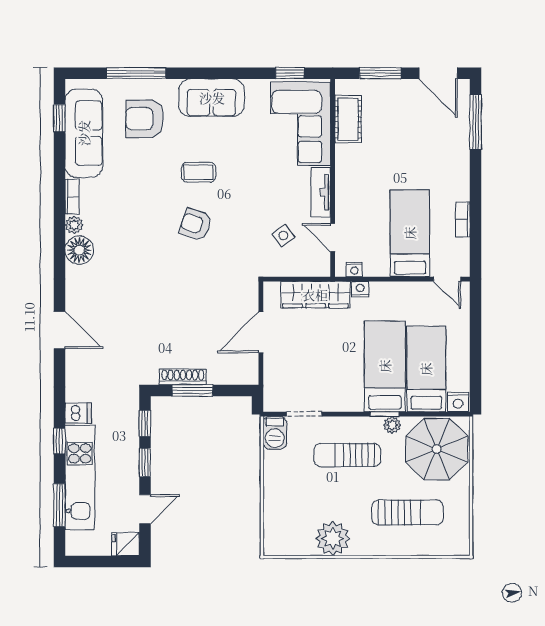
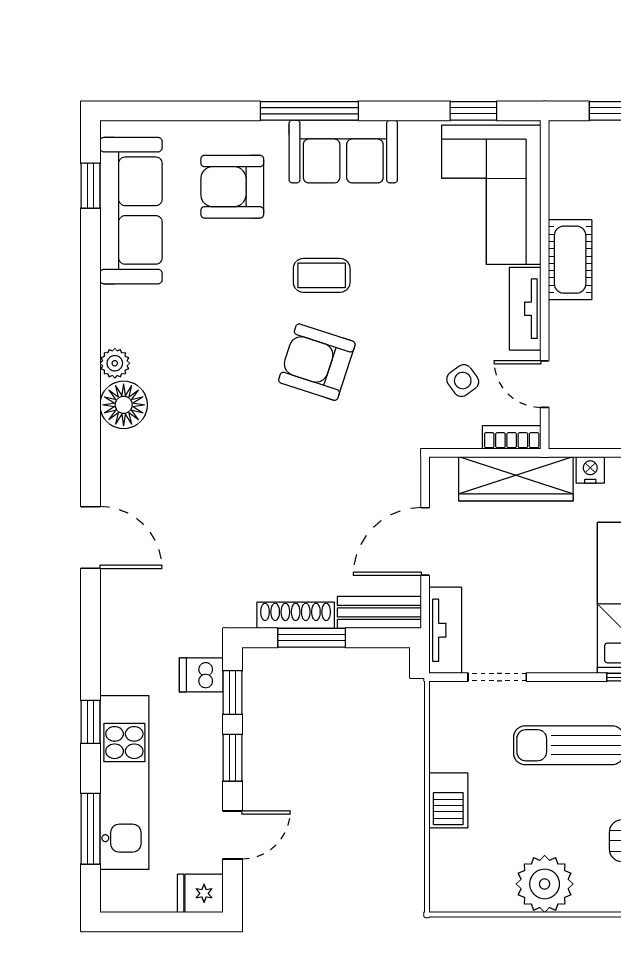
window: (136, 73) -> (309, 111), moved
cot: (348, 119) -> (570, 260), moved
bookcase: (72, 197) -> (512, 437), moved, turned -90
armchair: (196, 224) -> (317, 362), width x1.38, depth x1.38
nightstand: (354, 269) -> (580, 437), removed
bench: (233, 375) -> (379, 612), added
tv unit: (273, 386) -> (445, 630), added
dishwasher: (78, 413) -> (201, 675), moved, turned 180
barbecue: (275, 433) -> (448, 800), moved

